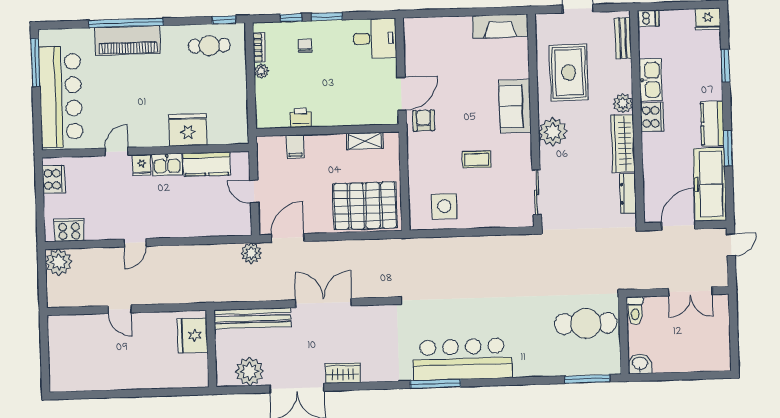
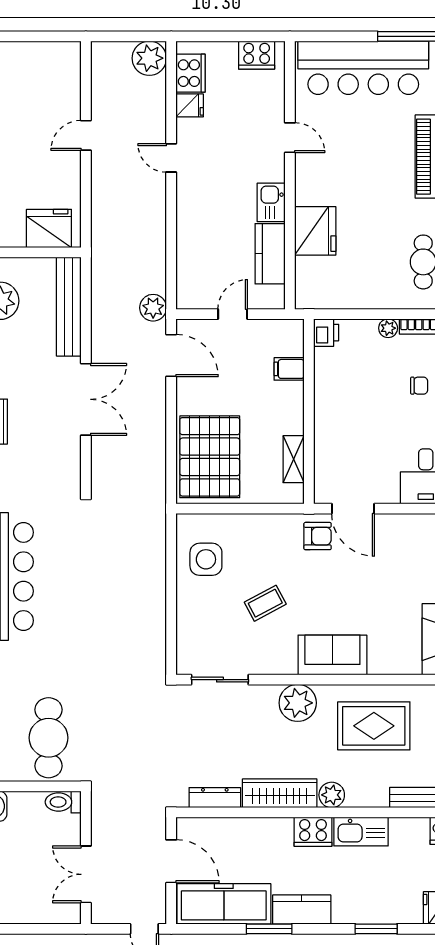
printer: (301, 118) -> (326, 333), moved
coffee table: (477, 159) -> (265, 603), turned 62
fridge: (142, 165) -> (190, 105), moved, turned 180

